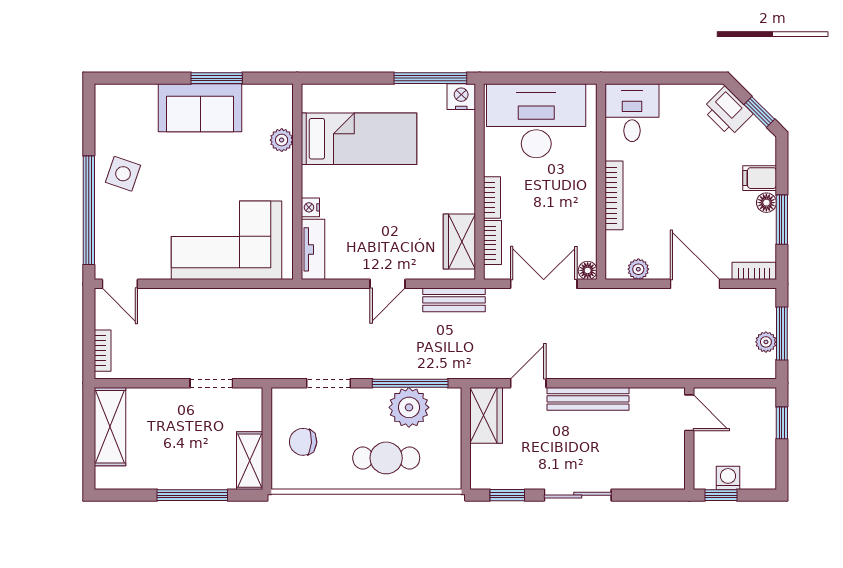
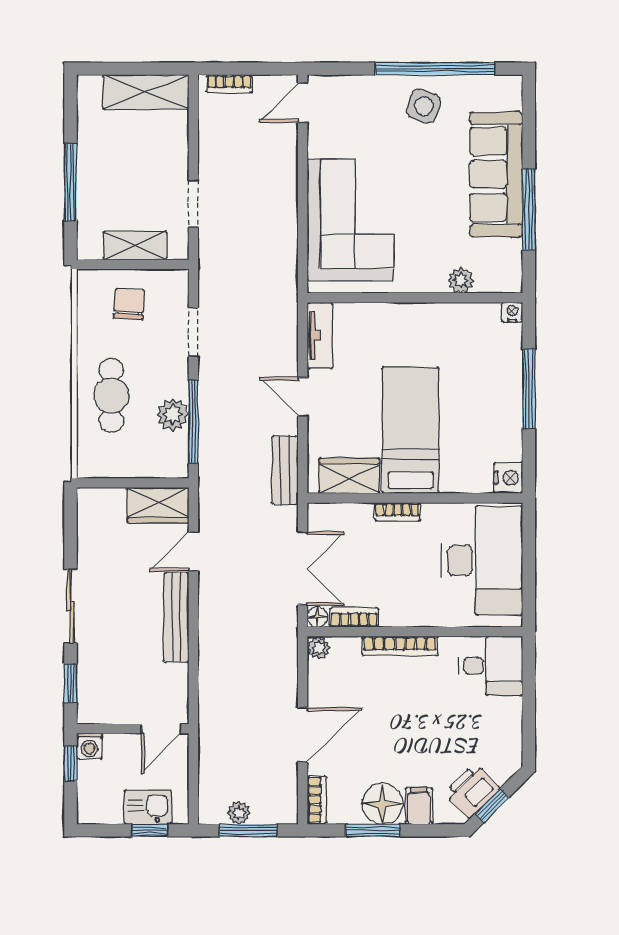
window: (217, 78) -> (529, 209), width x1.44
window: (430, 78) -> (529, 389), moved
sofa: (200, 108) -> (496, 174), width x1.36
printer: (728, 111) -> (472, 791), moved
bed: (359, 139) -> (410, 430), moved, turned 180
floor lamp: (766, 203) -> (382, 804), width x1.89, depth x1.89
nightstand: (310, 207) -> (512, 312), moved
window: (89, 210) -> (435, 69), moved
bookcase: (492, 243) -> (354, 617), moved, turned 180
tv unit: (313, 249) -> (320, 336), moved, turned -90
plant: (638, 269) -> (319, 648), moved
door: (528, 383) -> (193, 552), swing flipped
plant: (409, 407) -> (173, 415), width x0.73, depth x0.73
kitchen sink: (761, 425) -> (148, 807), added
shelving: (250, 461) -> (135, 246), moved
washing machine: (728, 478) -> (89, 746), moved, turned 90
window: (507, 495) -> (71, 683), moved

